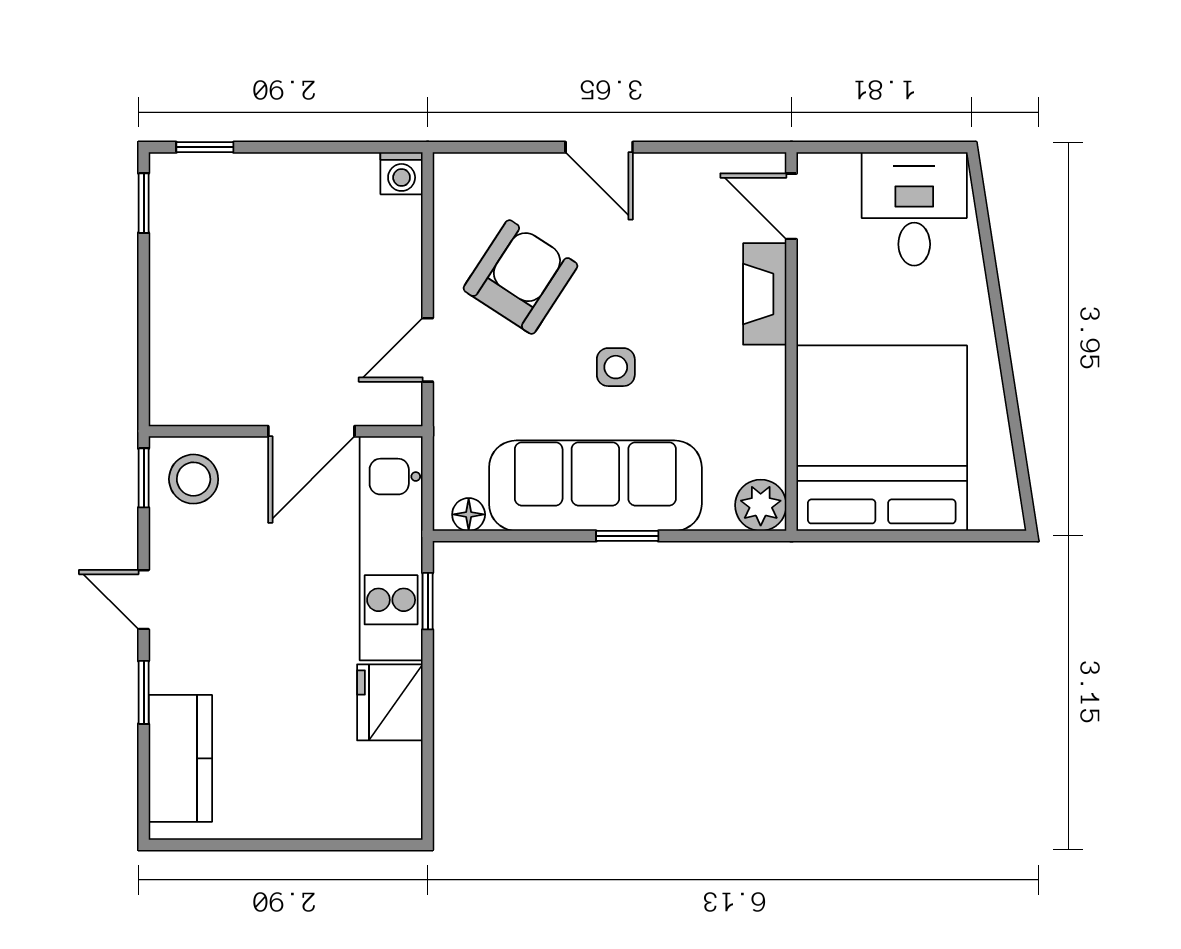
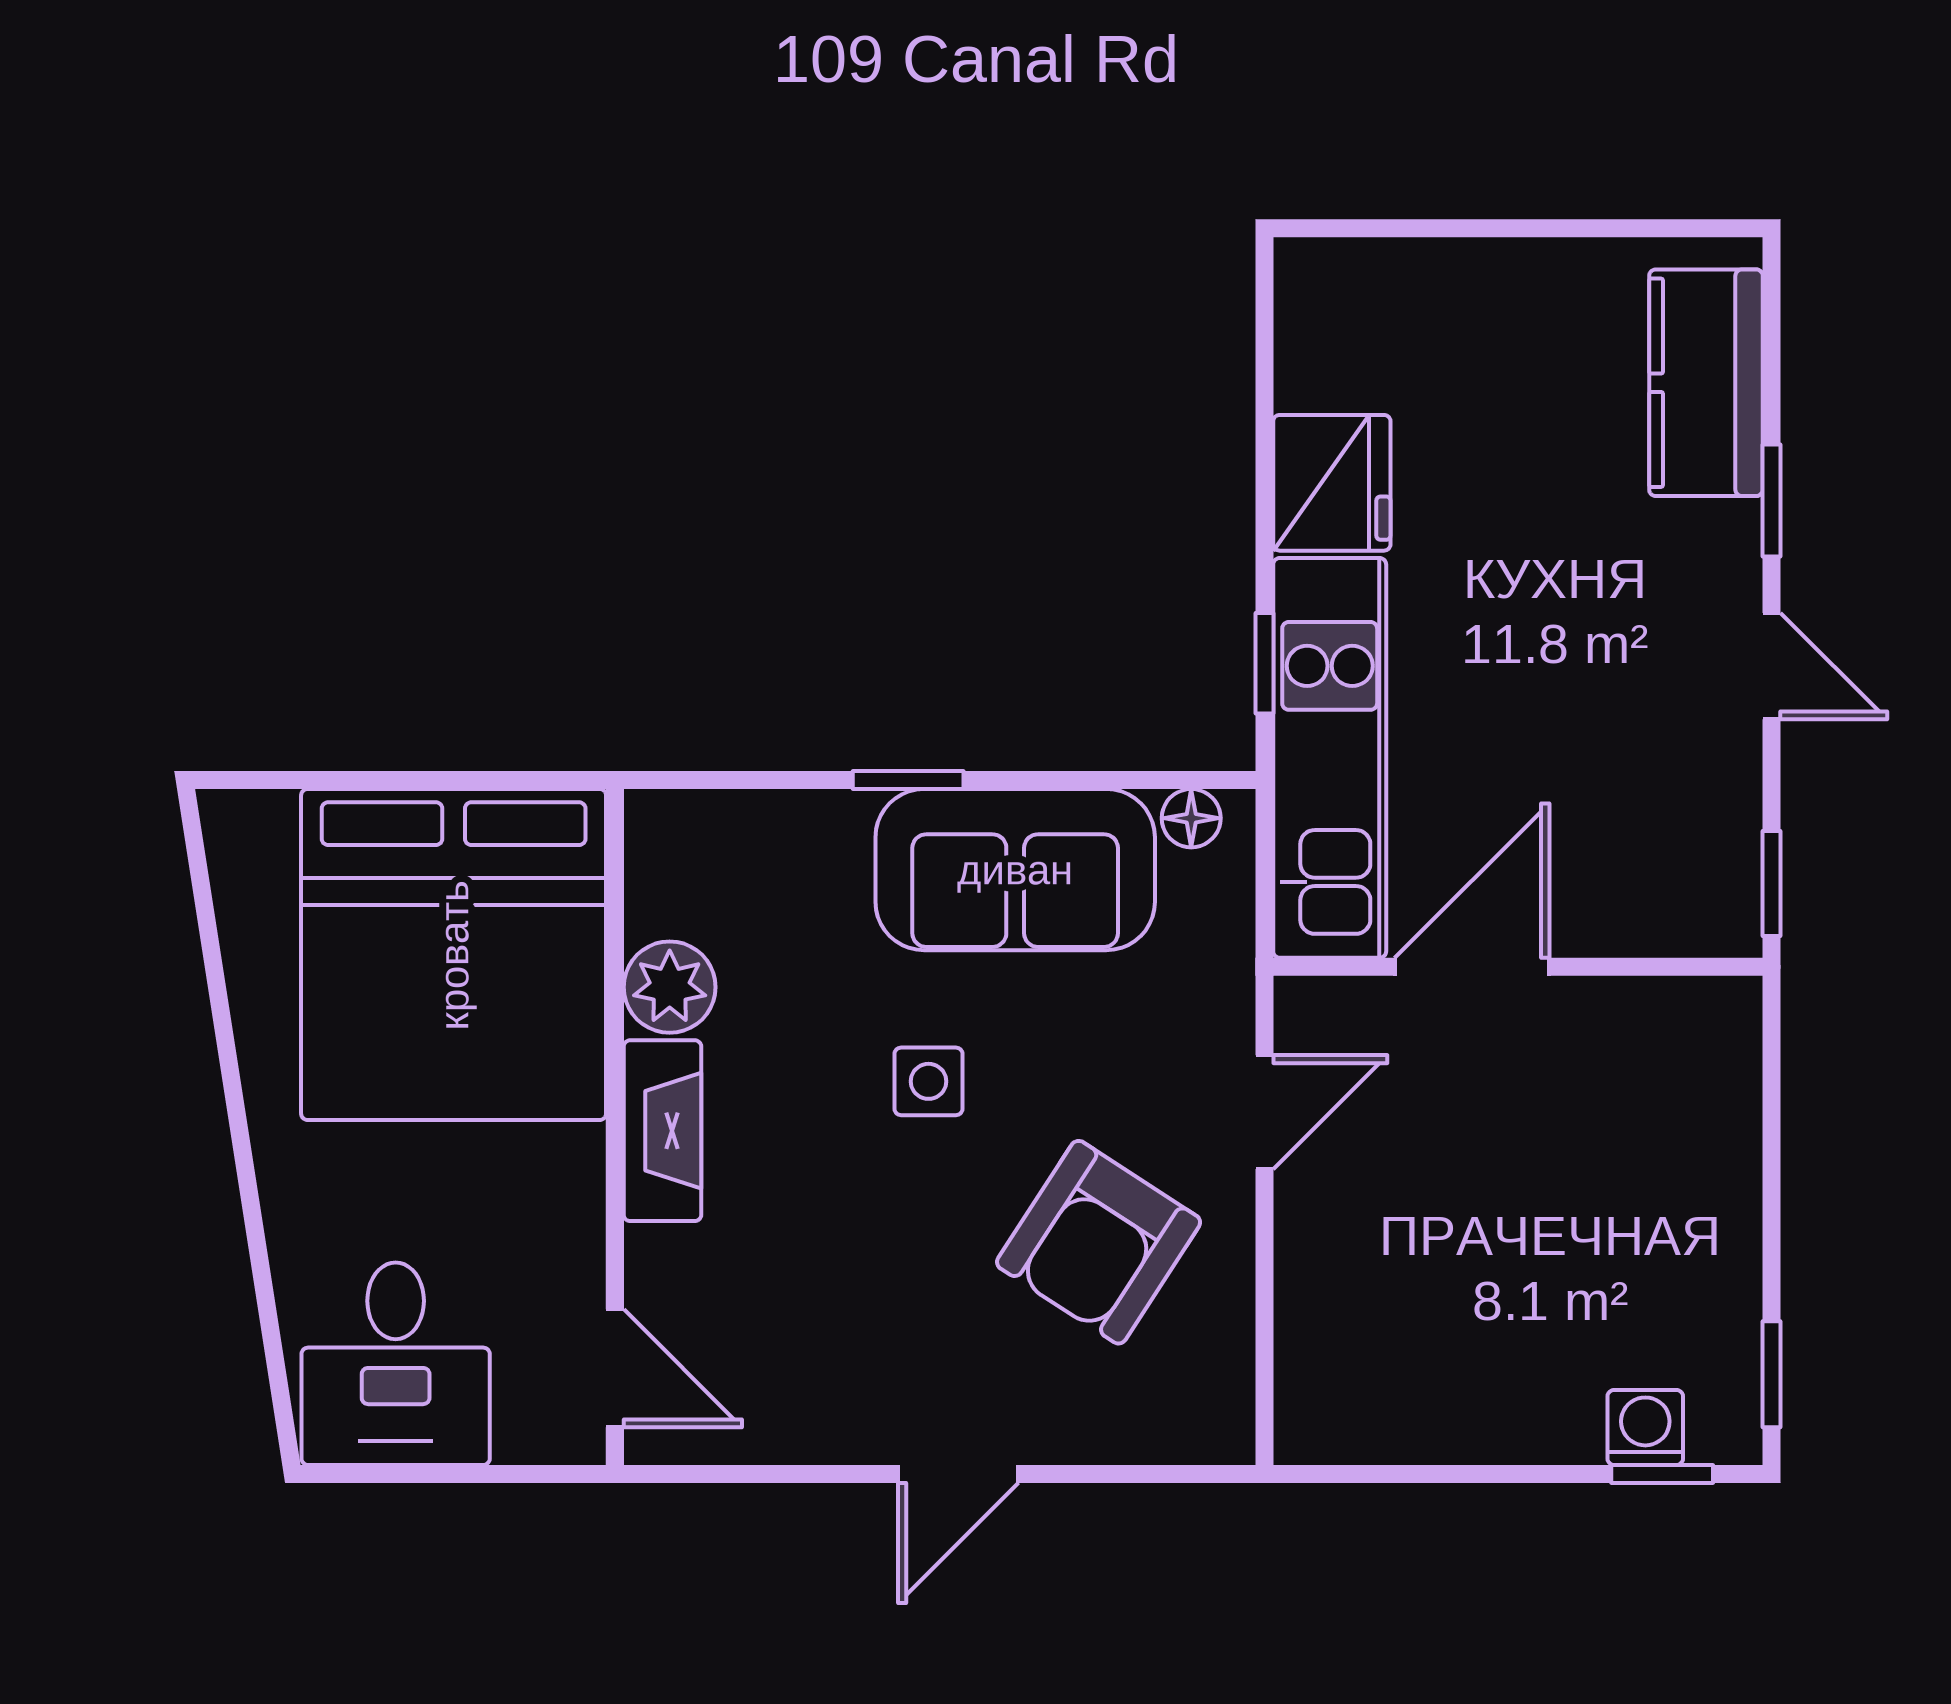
door: (599, 147) -> (958, 1474), swing flipped
washing machine: (402, 173) -> (1645, 1427), moved
fireplace: (765, 294) -> (662, 1131), moved
stool: (194, 479) -> (1682, 881), removed
sofa: (595, 486) -> (1015, 870), width x0.73
plant: (761, 505) -> (670, 987), moved

